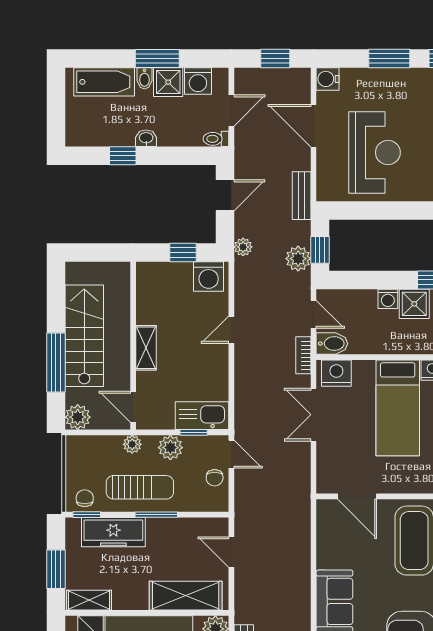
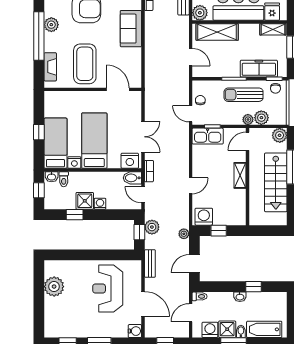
door: (133, 407) -> (247, 141), swing flipped
plant: (170, 448) -> (261, 118), moved

